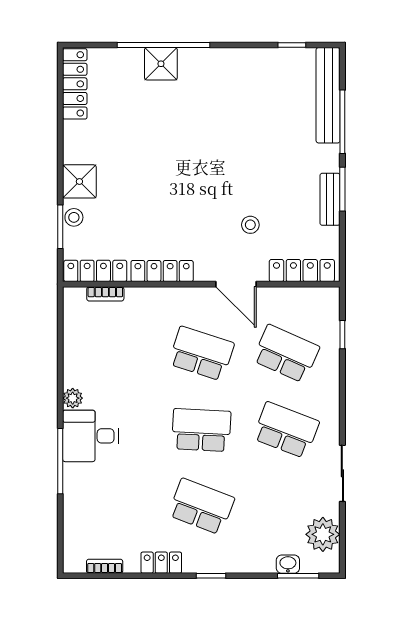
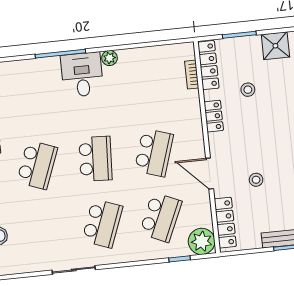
stool: (74, 217) -> (248, 90), moved
locker: (162, 271) -> (214, 116), width x0.66
door: (236, 284) -> (210, 174), hinge flipped
plant: (323, 534) -> (202, 241), moved

